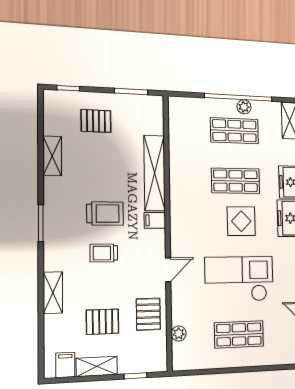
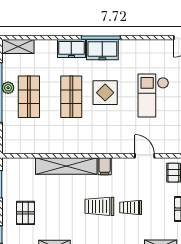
trolley: (105, 214) -> (99, 206), turned -90
trolley: (104, 253) -> (131, 208), turned 90
checkout: (239, 279) -> (153, 95), width x0.73, depth x0.83

